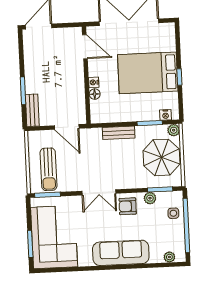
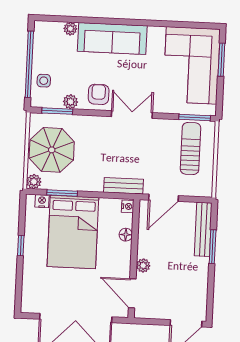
plant: (78, 70) -> (143, 265), added
bed: (148, 73) -> (73, 232), moved, turned 90
nightstand: (94, 82) -> (128, 206), moved
bench: (32, 110) -> (203, 229), width x1.36
door: (67, 127) -> (164, 198), swing flipped
bench: (119, 133) -> (124, 186), moved
armchair: (128, 206) -> (99, 94), turned -90
plant: (169, 257) -> (70, 29), moved

